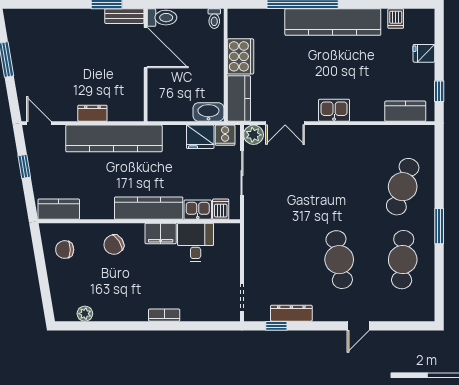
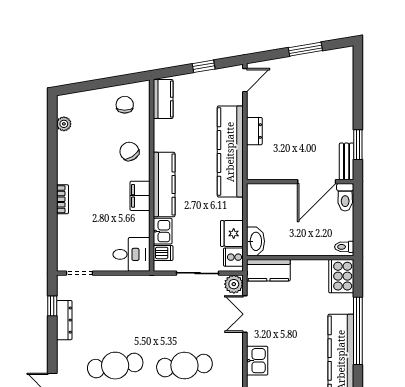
cooker: (240, 56) -> (341, 276), moved, turned 90
cafe table: (339, 187) -> (184, 366), added
desk: (196, 242) -> (131, 254), moved

